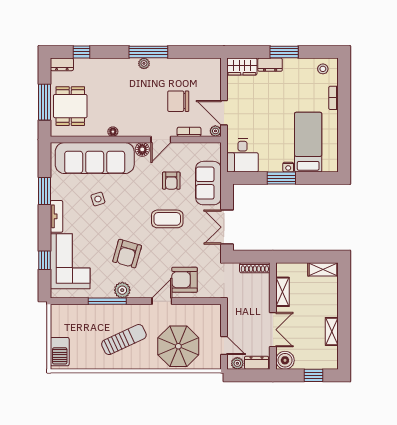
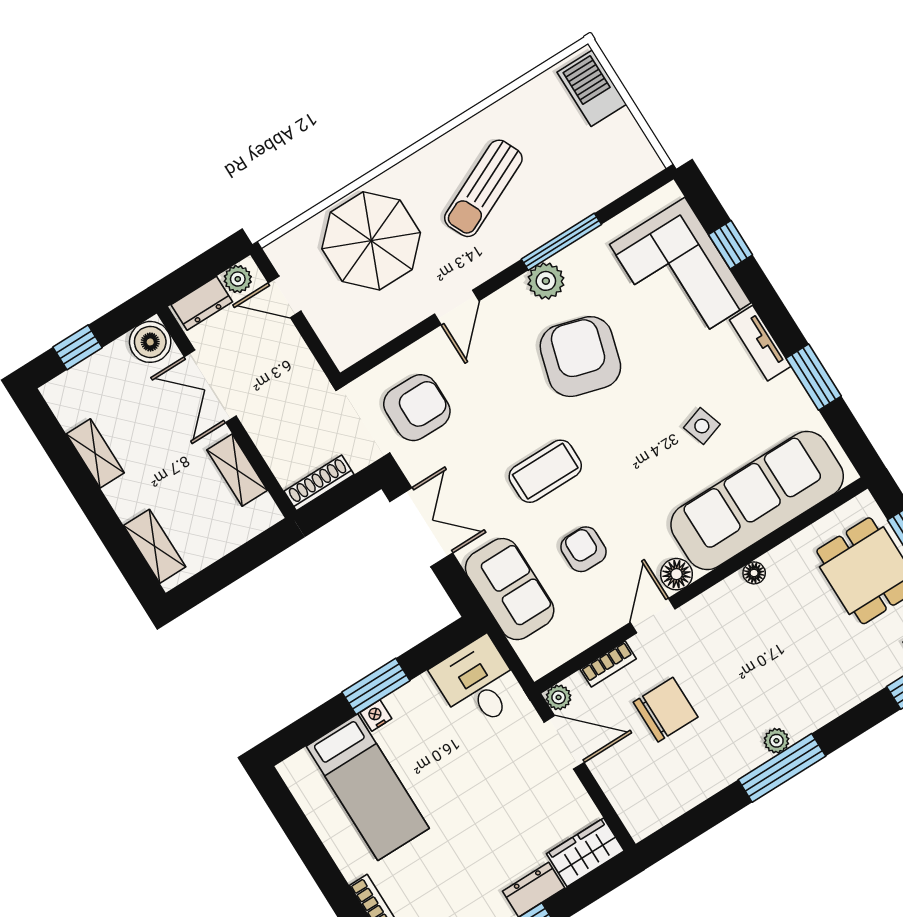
armchair: (127, 254) -> (580, 357), width x1.36, depth x1.36
shelving: (323, 269) -> (155, 546), moved, turned 90
armchair: (185, 280) -> (417, 408), moved

